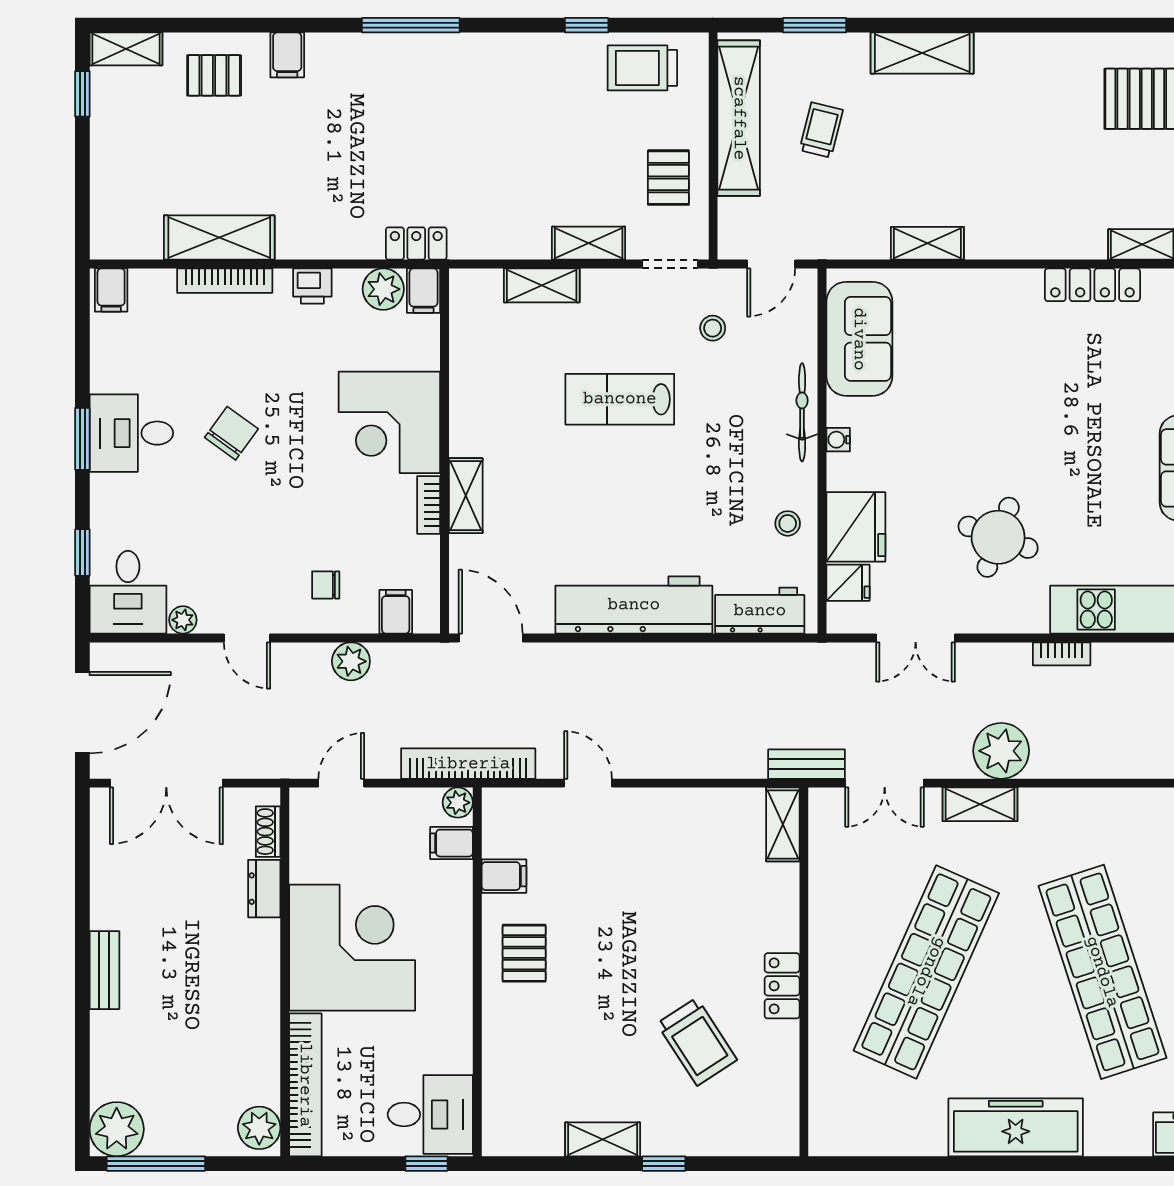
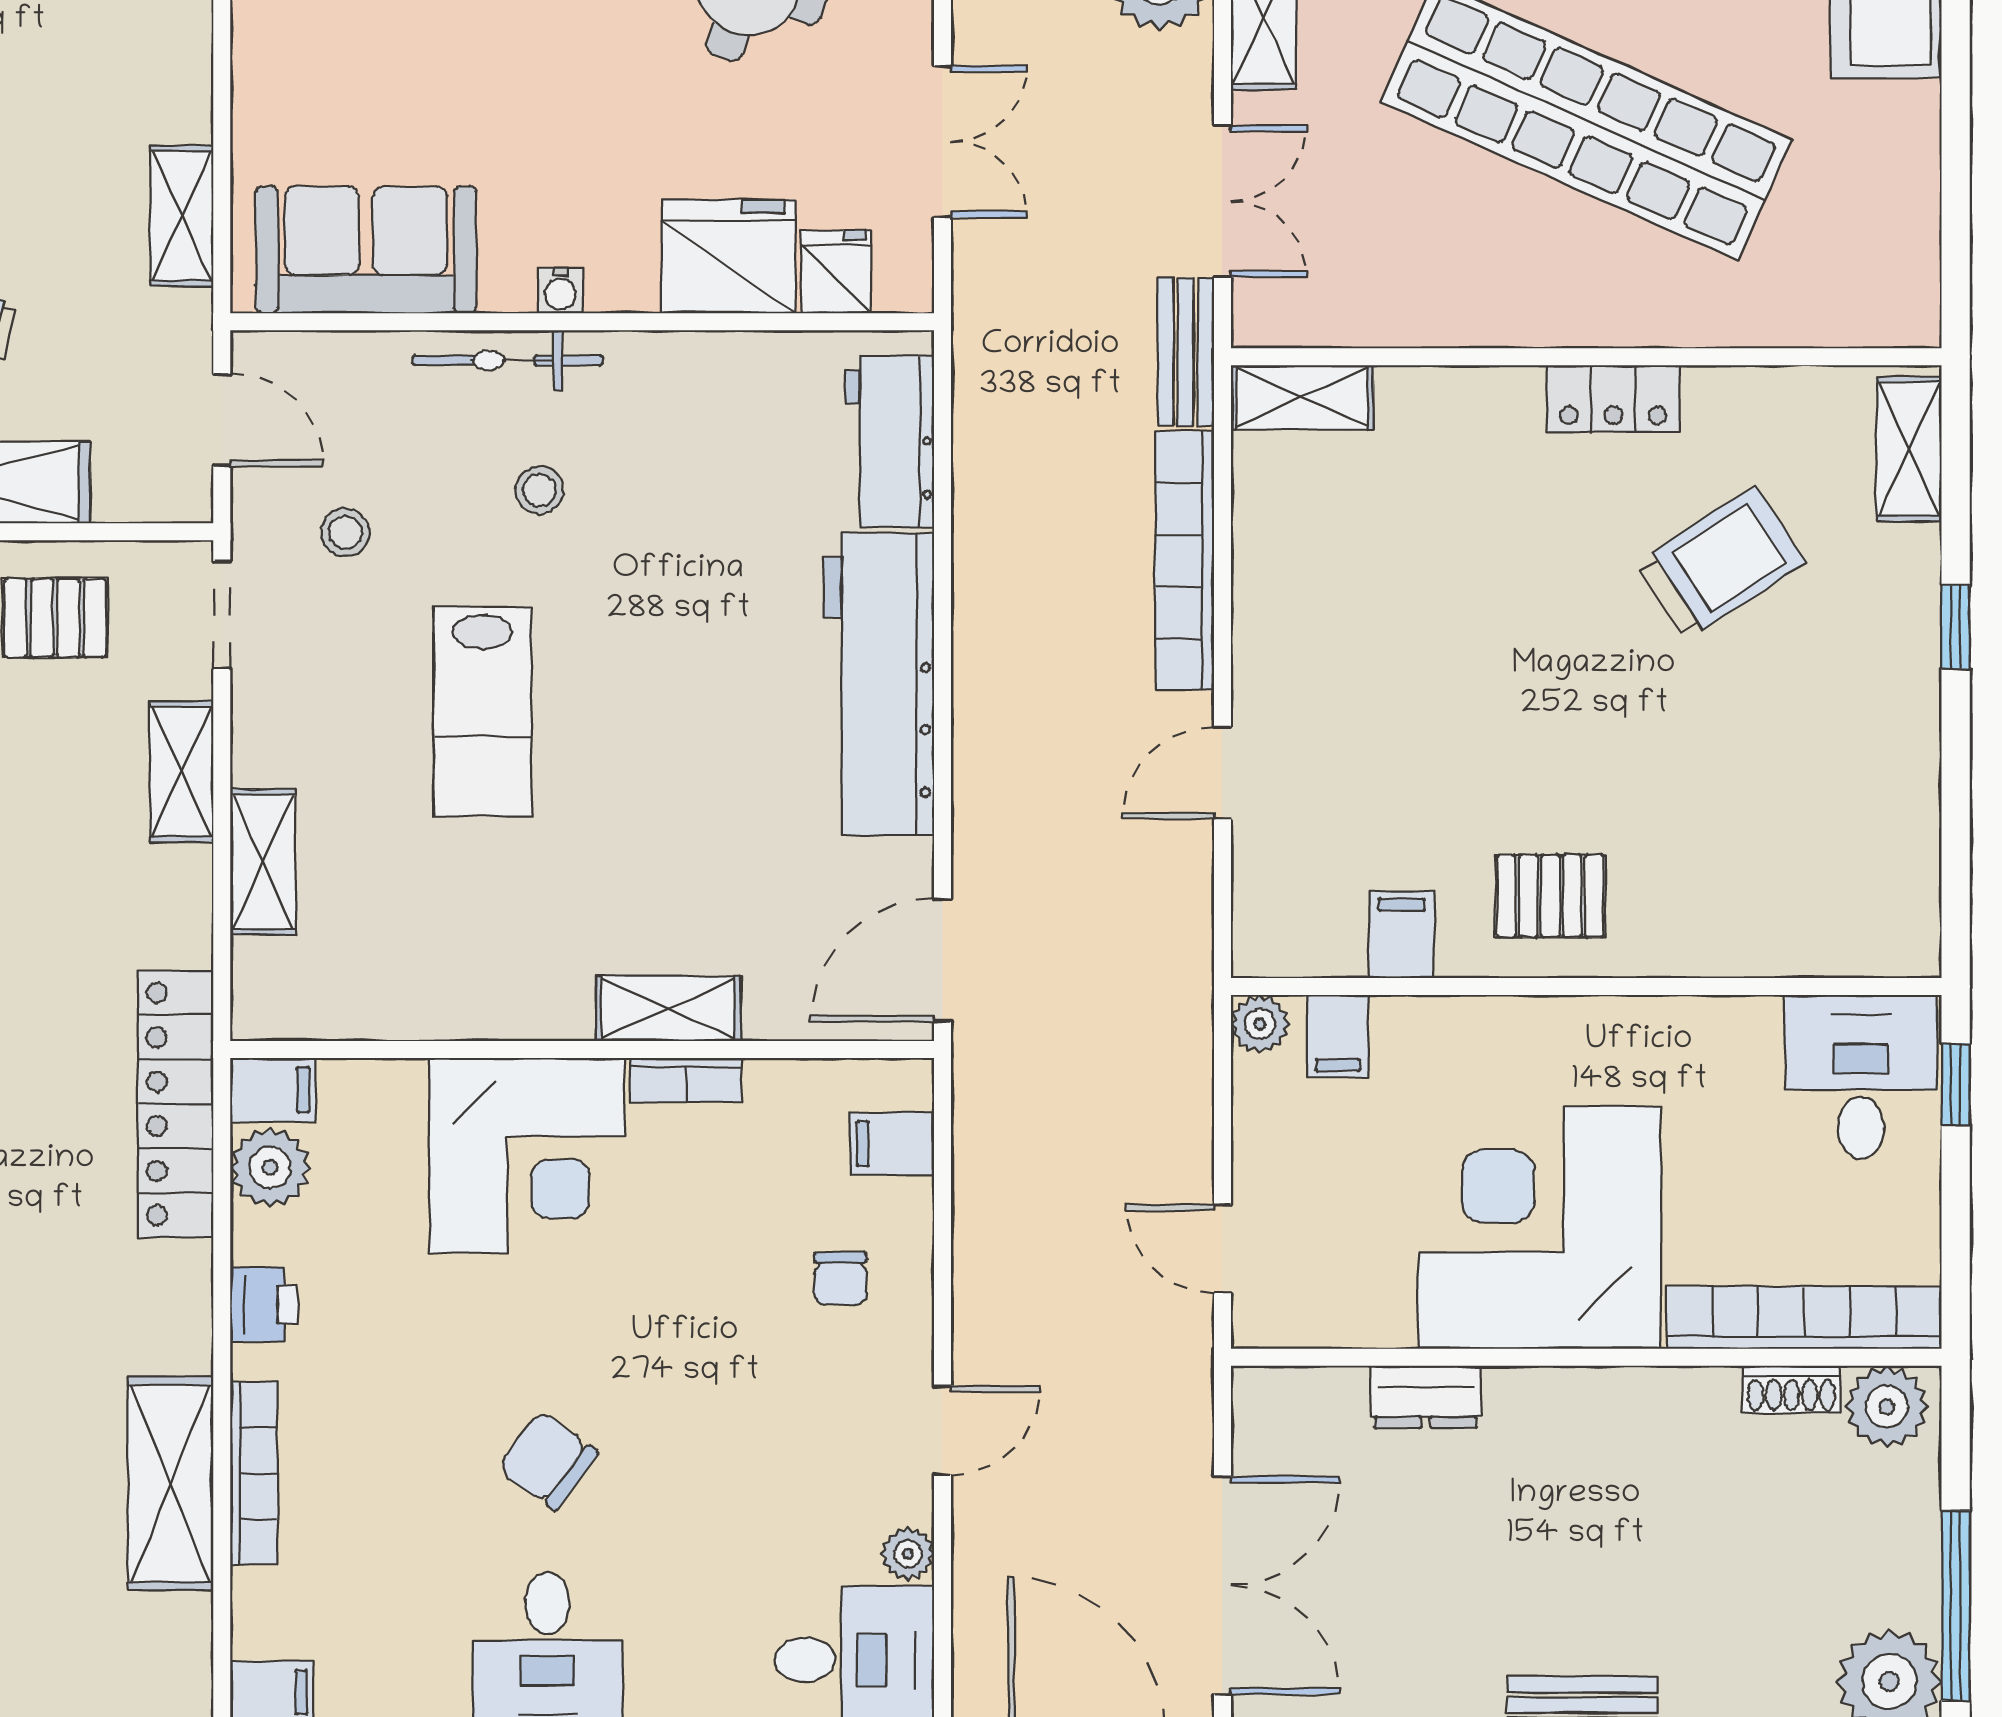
shelving: (927, 243) -> (182, 216), moved
locker: (416, 244) -> (176, 1104), width x2.16, depth x1.21
stool: (788, 523) -> (539, 490), moved
plant: (351, 661) -> (988, 1230), removed
bookcase: (468, 764) -> (1185, 561), moved
shoe rack: (268, 832) -> (1792, 1389), moved
shelving: (603, 1139) -> (1909, 449), moved

